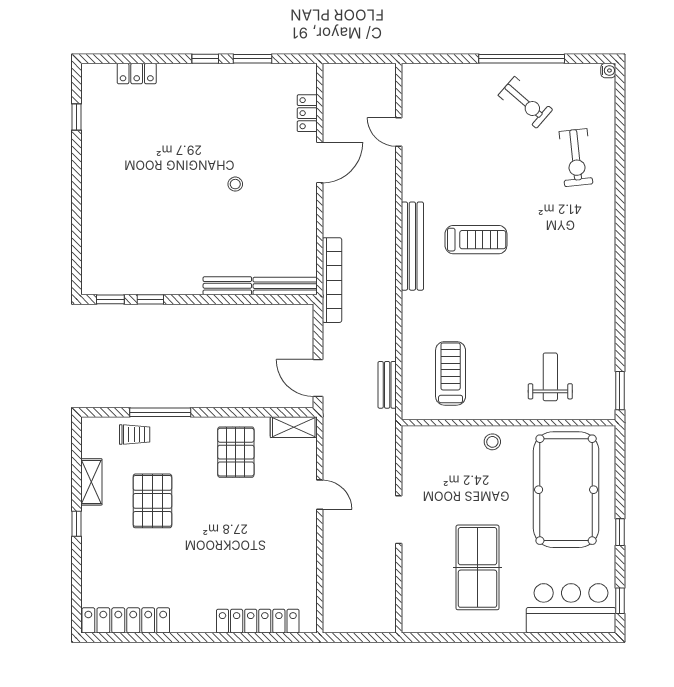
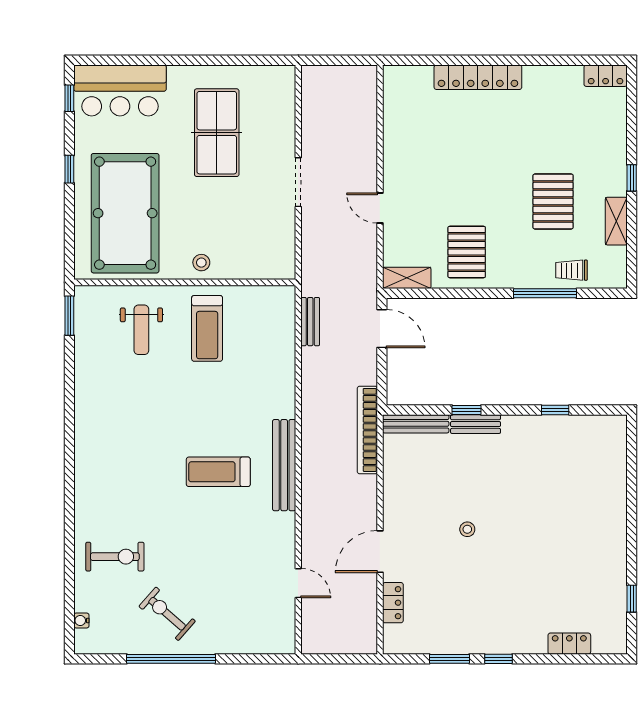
water cooler: (608, 71) -> (81, 621), moved
exercise bike: (576, 158) -> (115, 557), turned 96
window: (110, 299) -> (466, 410), moved
treadmill: (451, 373) -> (207, 328), moved
locker: (126, 620) -> (606, 76), width x0.46, depth x0.83
locker: (258, 621) -> (478, 77), moved

